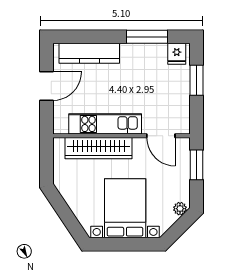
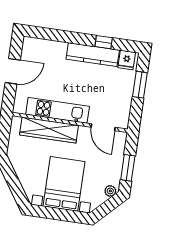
window: (147, 37) -> (104, 42), width x0.46
kitchen counter: (89, 53) -> (93, 55), moved
window: (196, 165) -> (128, 168), moved

